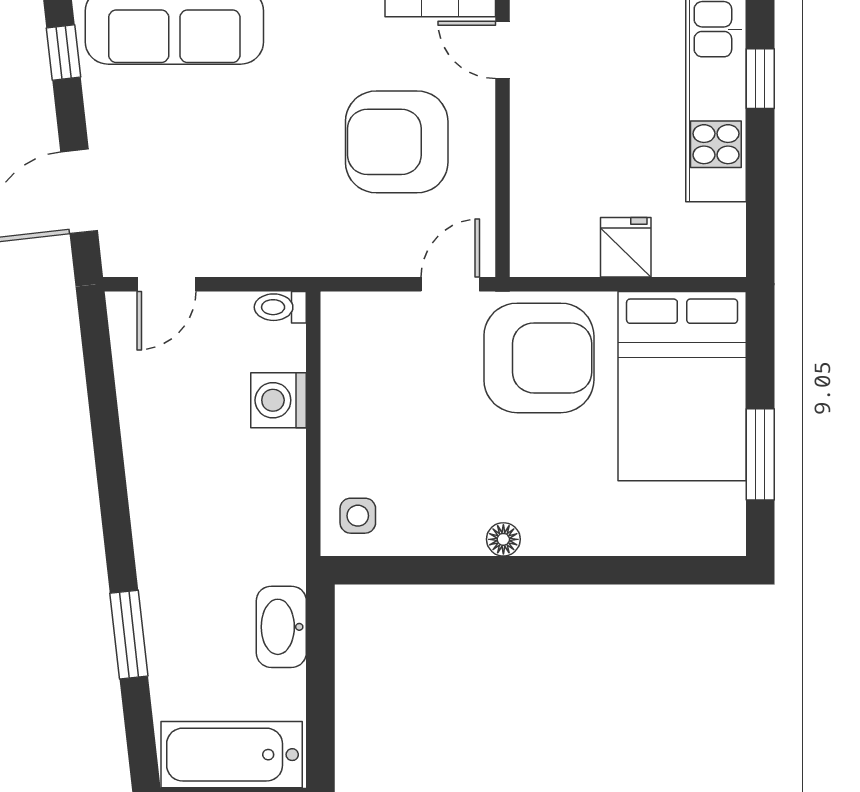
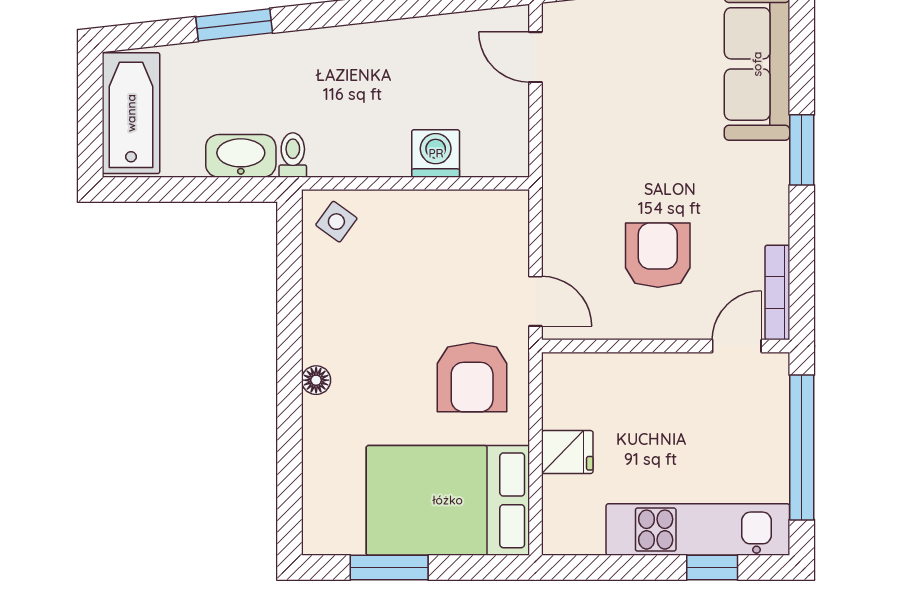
armchair: (397, 142) -> (658, 255), width x0.73, depth x0.73
toilet: (280, 307) -> (293, 155), moved
armchair: (539, 358) -> (472, 377), width x0.73, depth x0.73
side table: (358, 516) -> (336, 222), turned 36
floor lamp: (503, 539) -> (316, 380), moved

